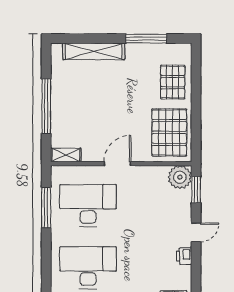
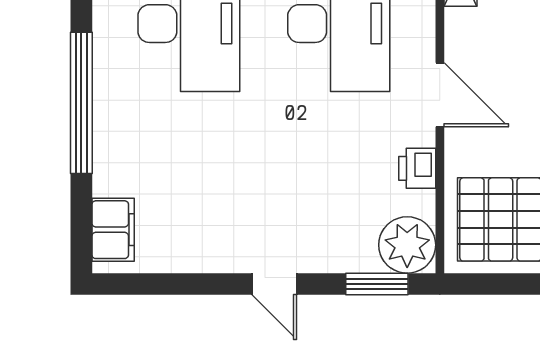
printer: (184, 256) -> (417, 168), moved, turned -90

